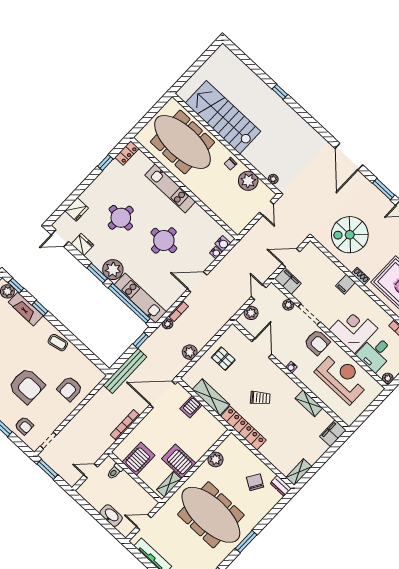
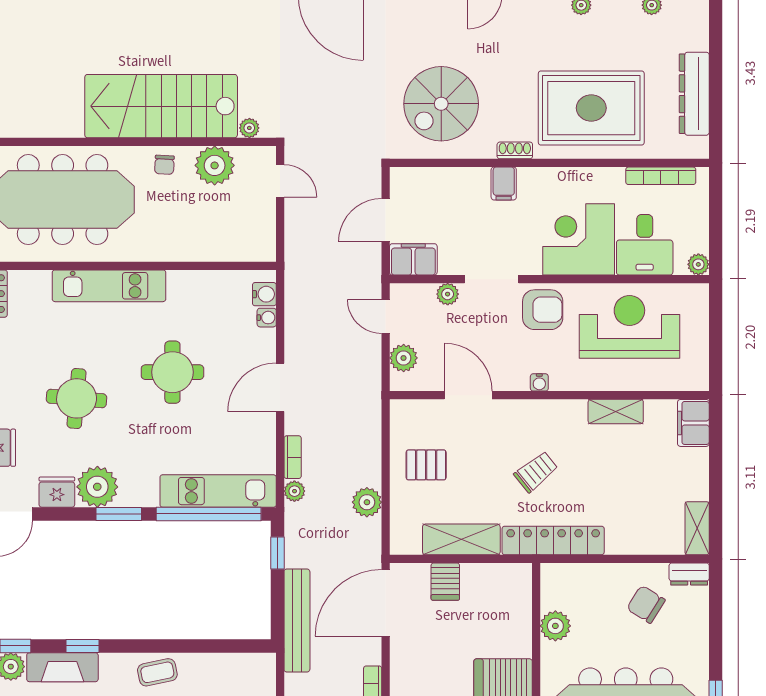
stairs: (223, 117) -> (161, 106), moved
plant: (113, 270) -> (97, 487), moved

